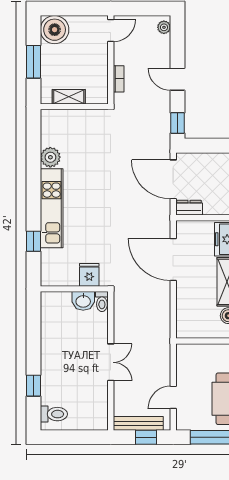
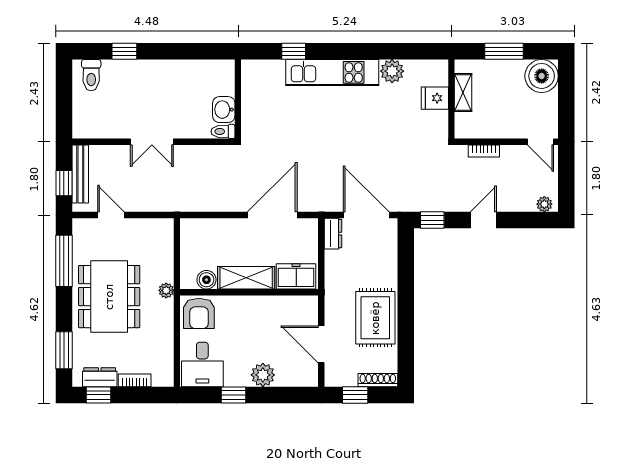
door: (173, 179) -> (366, 215), hinge flipped
fridge: (89, 275) -> (435, 98), moved, turned 180

